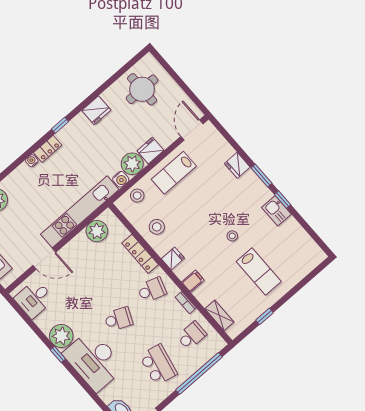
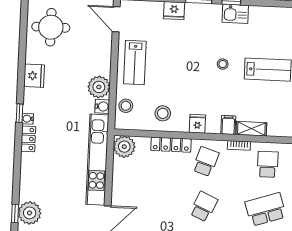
fridge: (150, 151) -> (102, 64), removed
water cooler: (32, 161) -> (28, 119), moved
plant: (97, 231) -> (124, 147), moved
shelving: (219, 315) -> (251, 129), moved
school desk: (158, 365) -> (266, 209), turned -30

